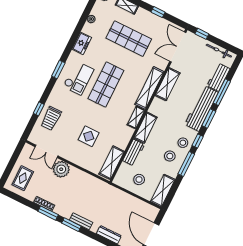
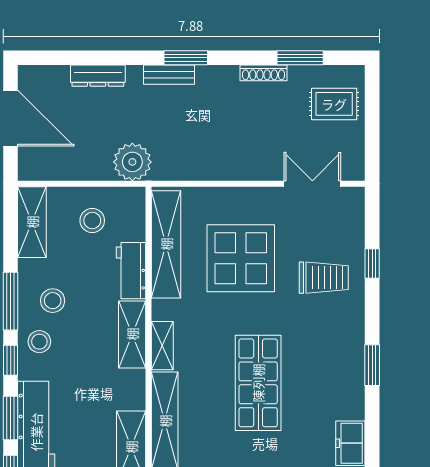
checkout: (78, 78) -> (322, 368), removed
trolley: (51, 118) -> (324, 278), moved, turned 90
display table: (89, 136) -> (241, 258), width x1.86, depth x1.86
shelving: (112, 163) -> (166, 244), width x1.47
plant: (61, 169) -> (132, 162), moved
rug: (23, 178) -> (334, 104), turned 90
window: (48, 213) -> (300, 58), moved

